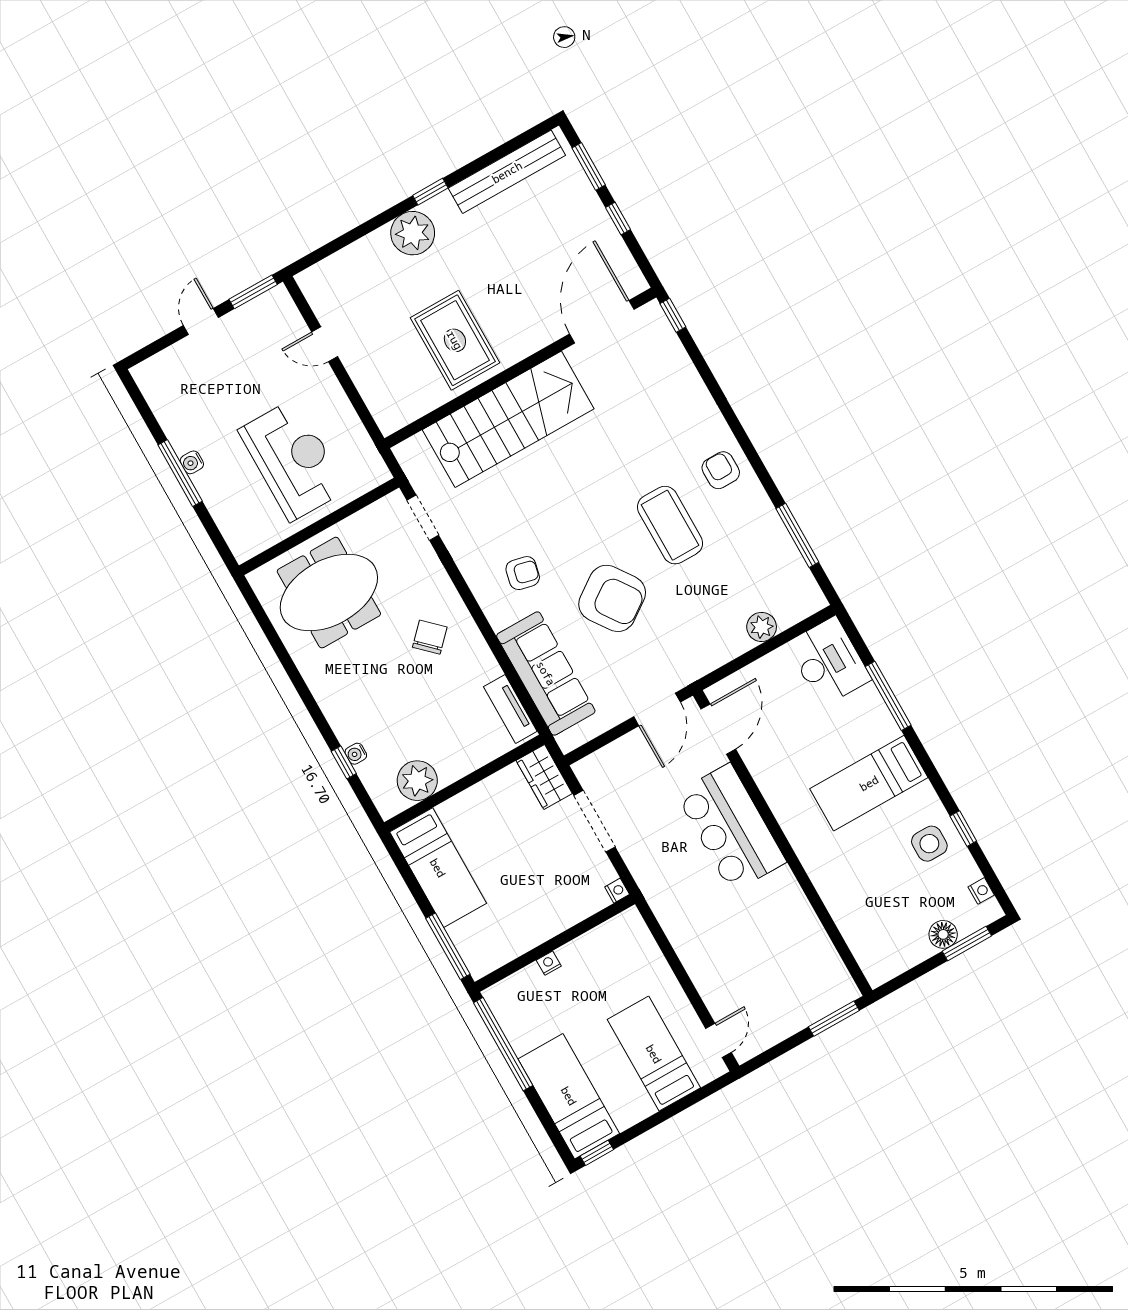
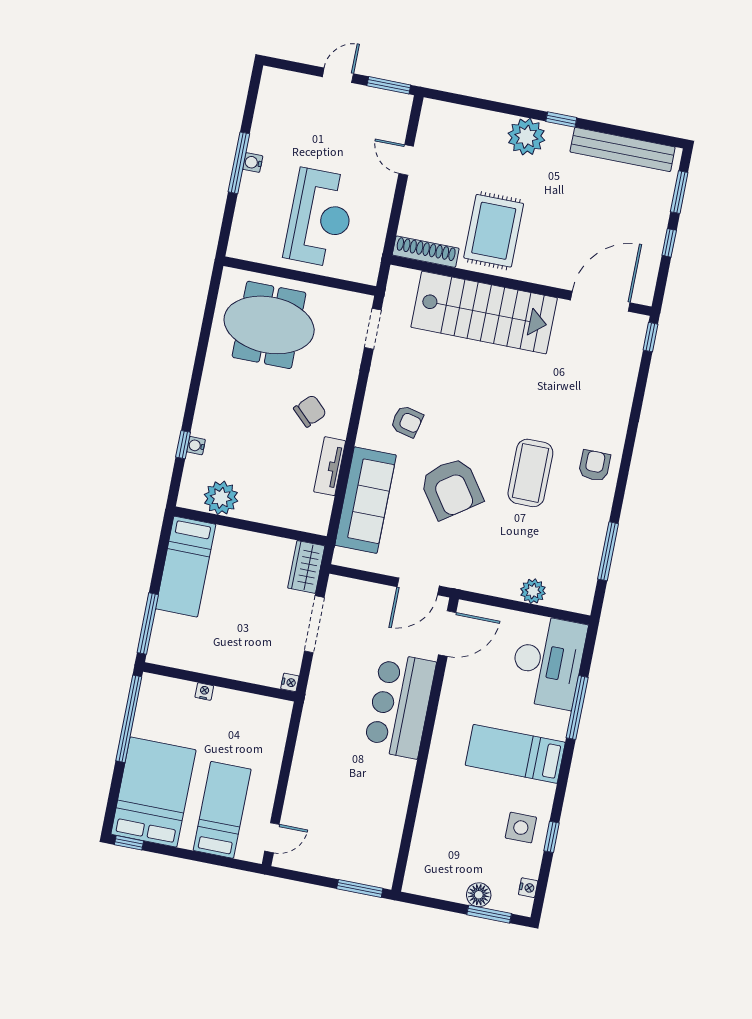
shoe rack: (411, 410) -> (426, 252), added
desk: (829, 662) -> (548, 662), width x1.36, depth x1.30
tv unit: (510, 709) -> (330, 466), moved
bed: (569, 1096) -> (153, 792), width x1.50

